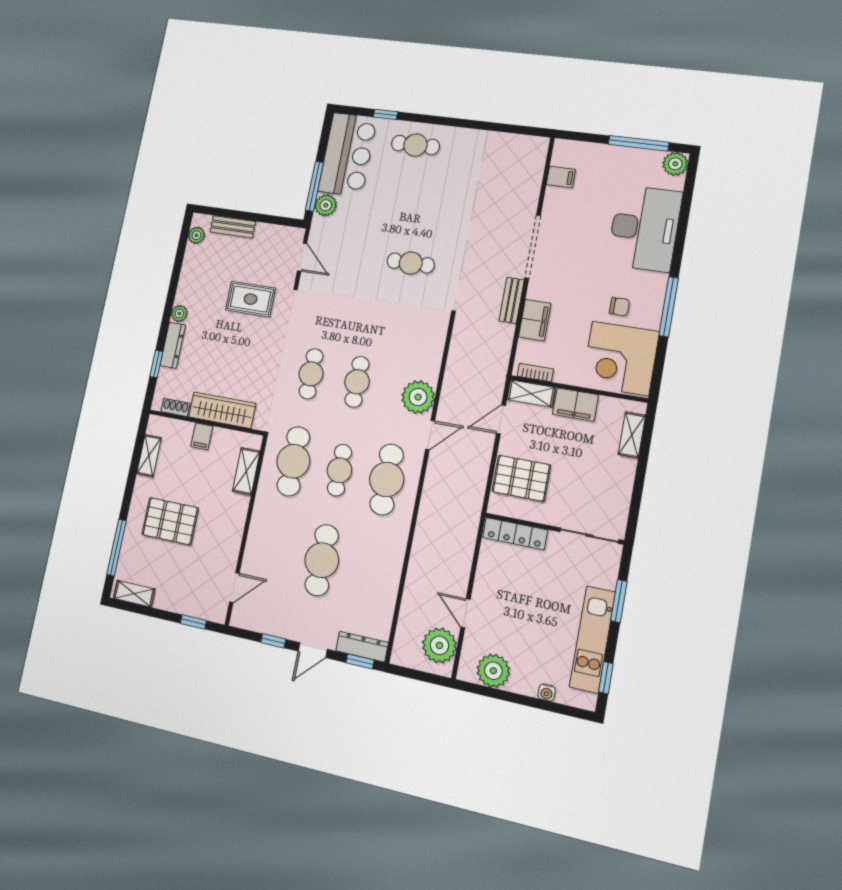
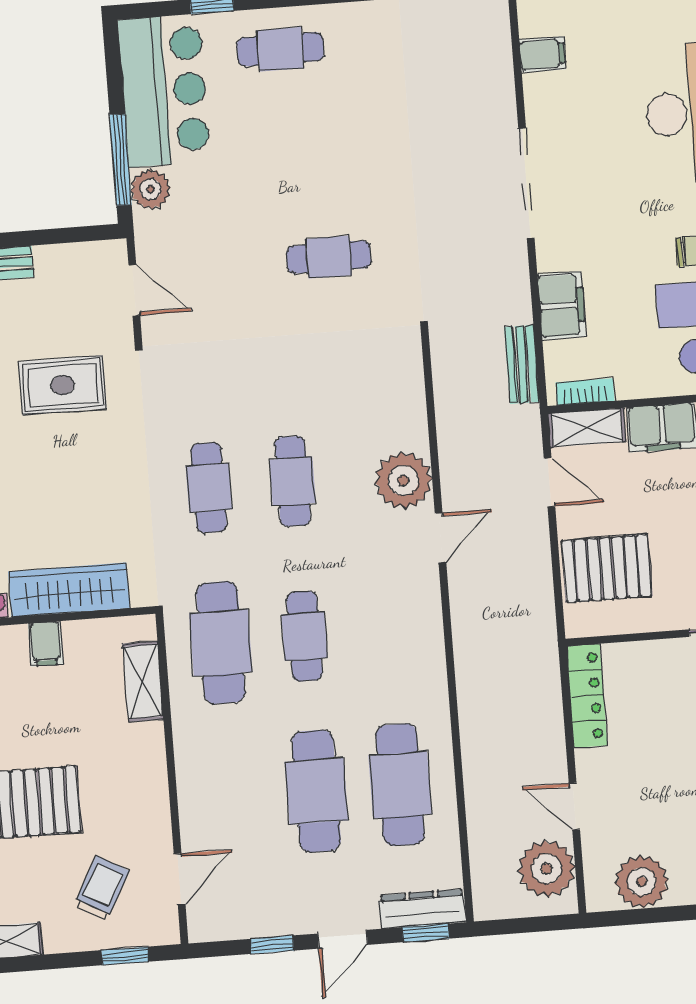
bench: (512, 300) -> (522, 364), moved
door: (501, 419) -> (549, 482), swing flipped
cafe table: (387, 479) -> (400, 785), moved
locker: (515, 534) -> (587, 696), moved, turned -90
trolley: (192, 580) -> (101, 888), added

